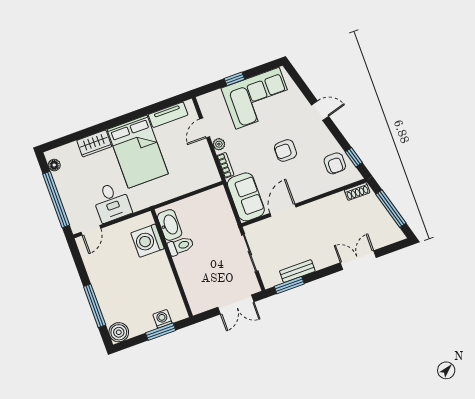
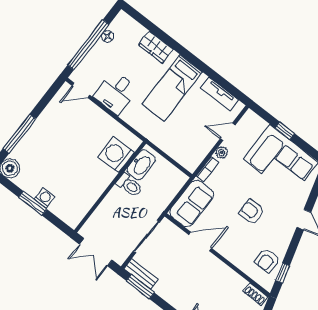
bed: (138, 152) -> (172, 88), width x0.67
floor lamp: (54, 165) -> (107, 36), moved
washbasin: (170, 225) -> (141, 165), moved
washing machine: (148, 241) -> (116, 154), moved
toilet: (181, 246) -> (129, 185), moved
wall: (172, 263) -> (110, 187), moved
bench: (297, 271) -> (141, 274), moved

